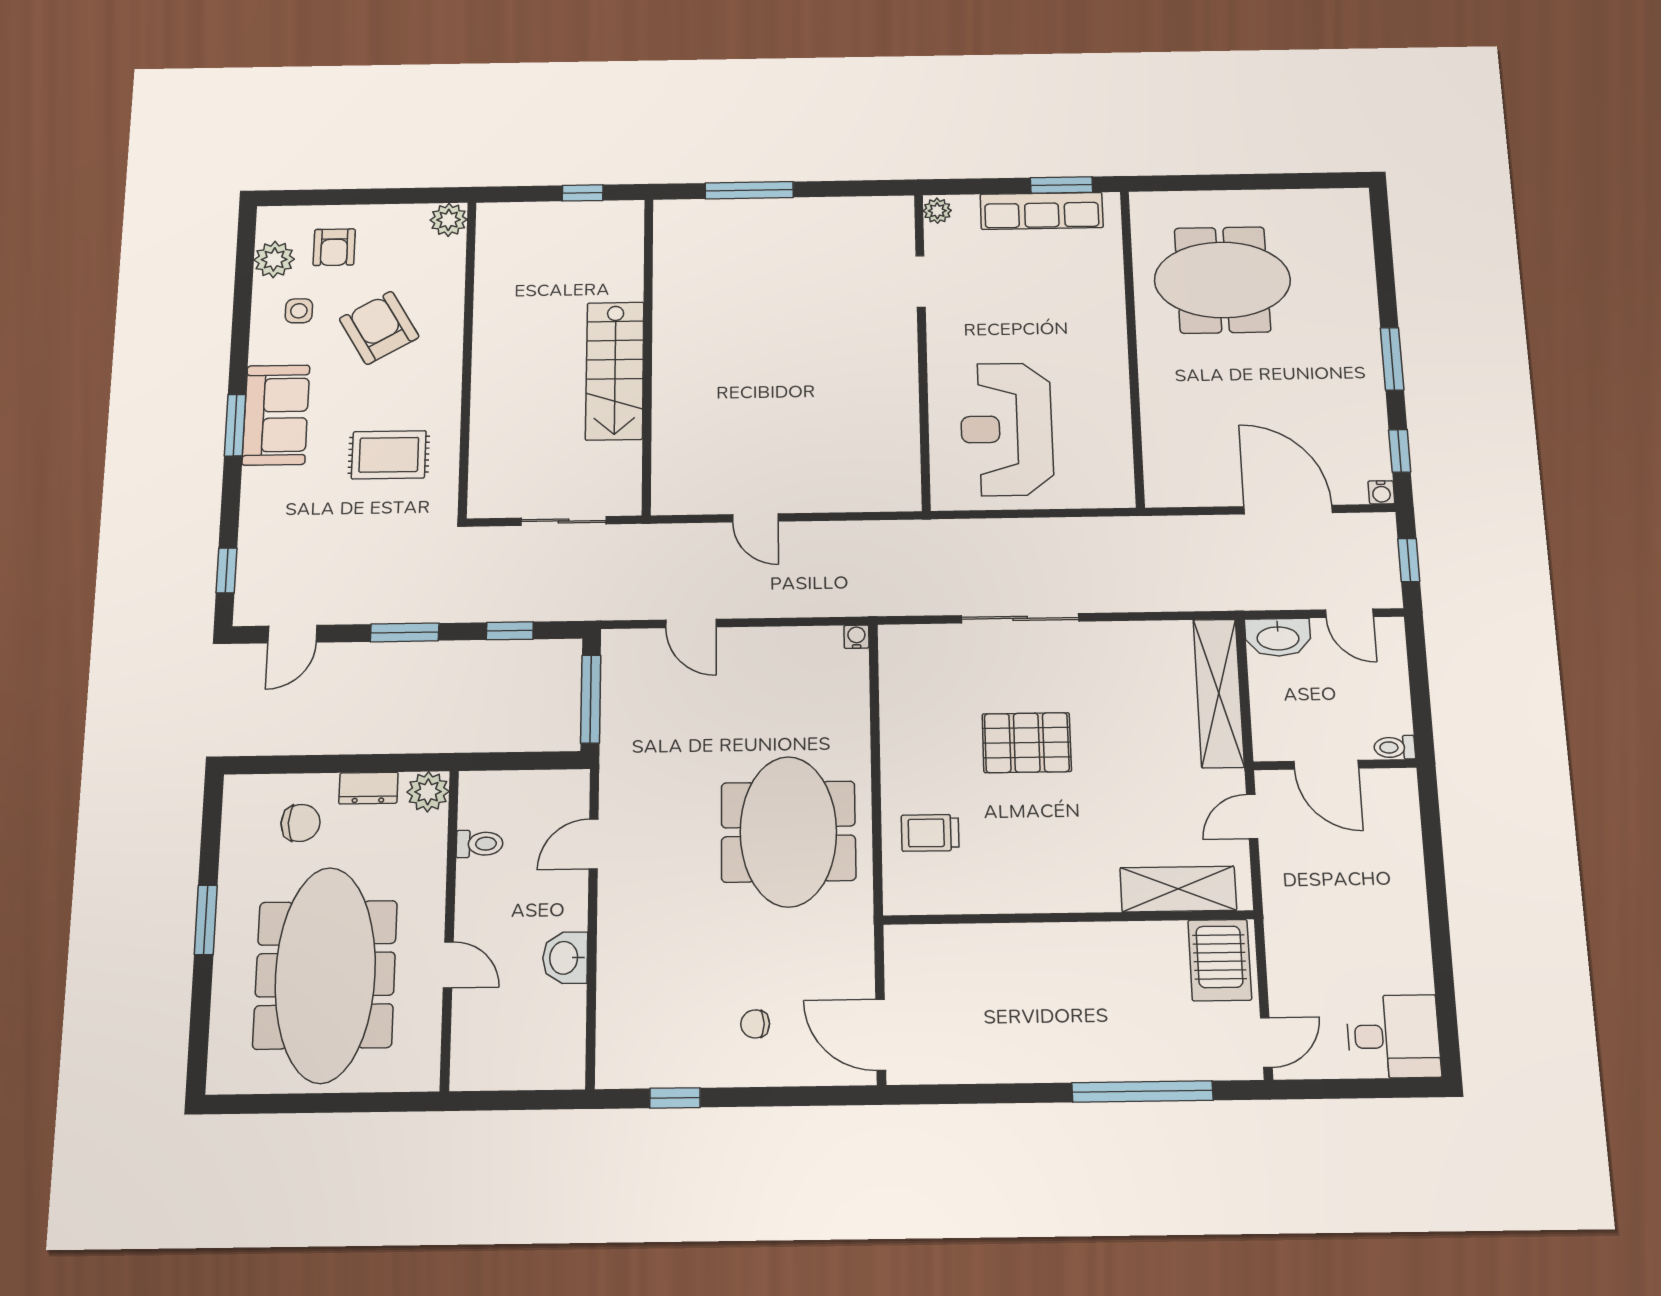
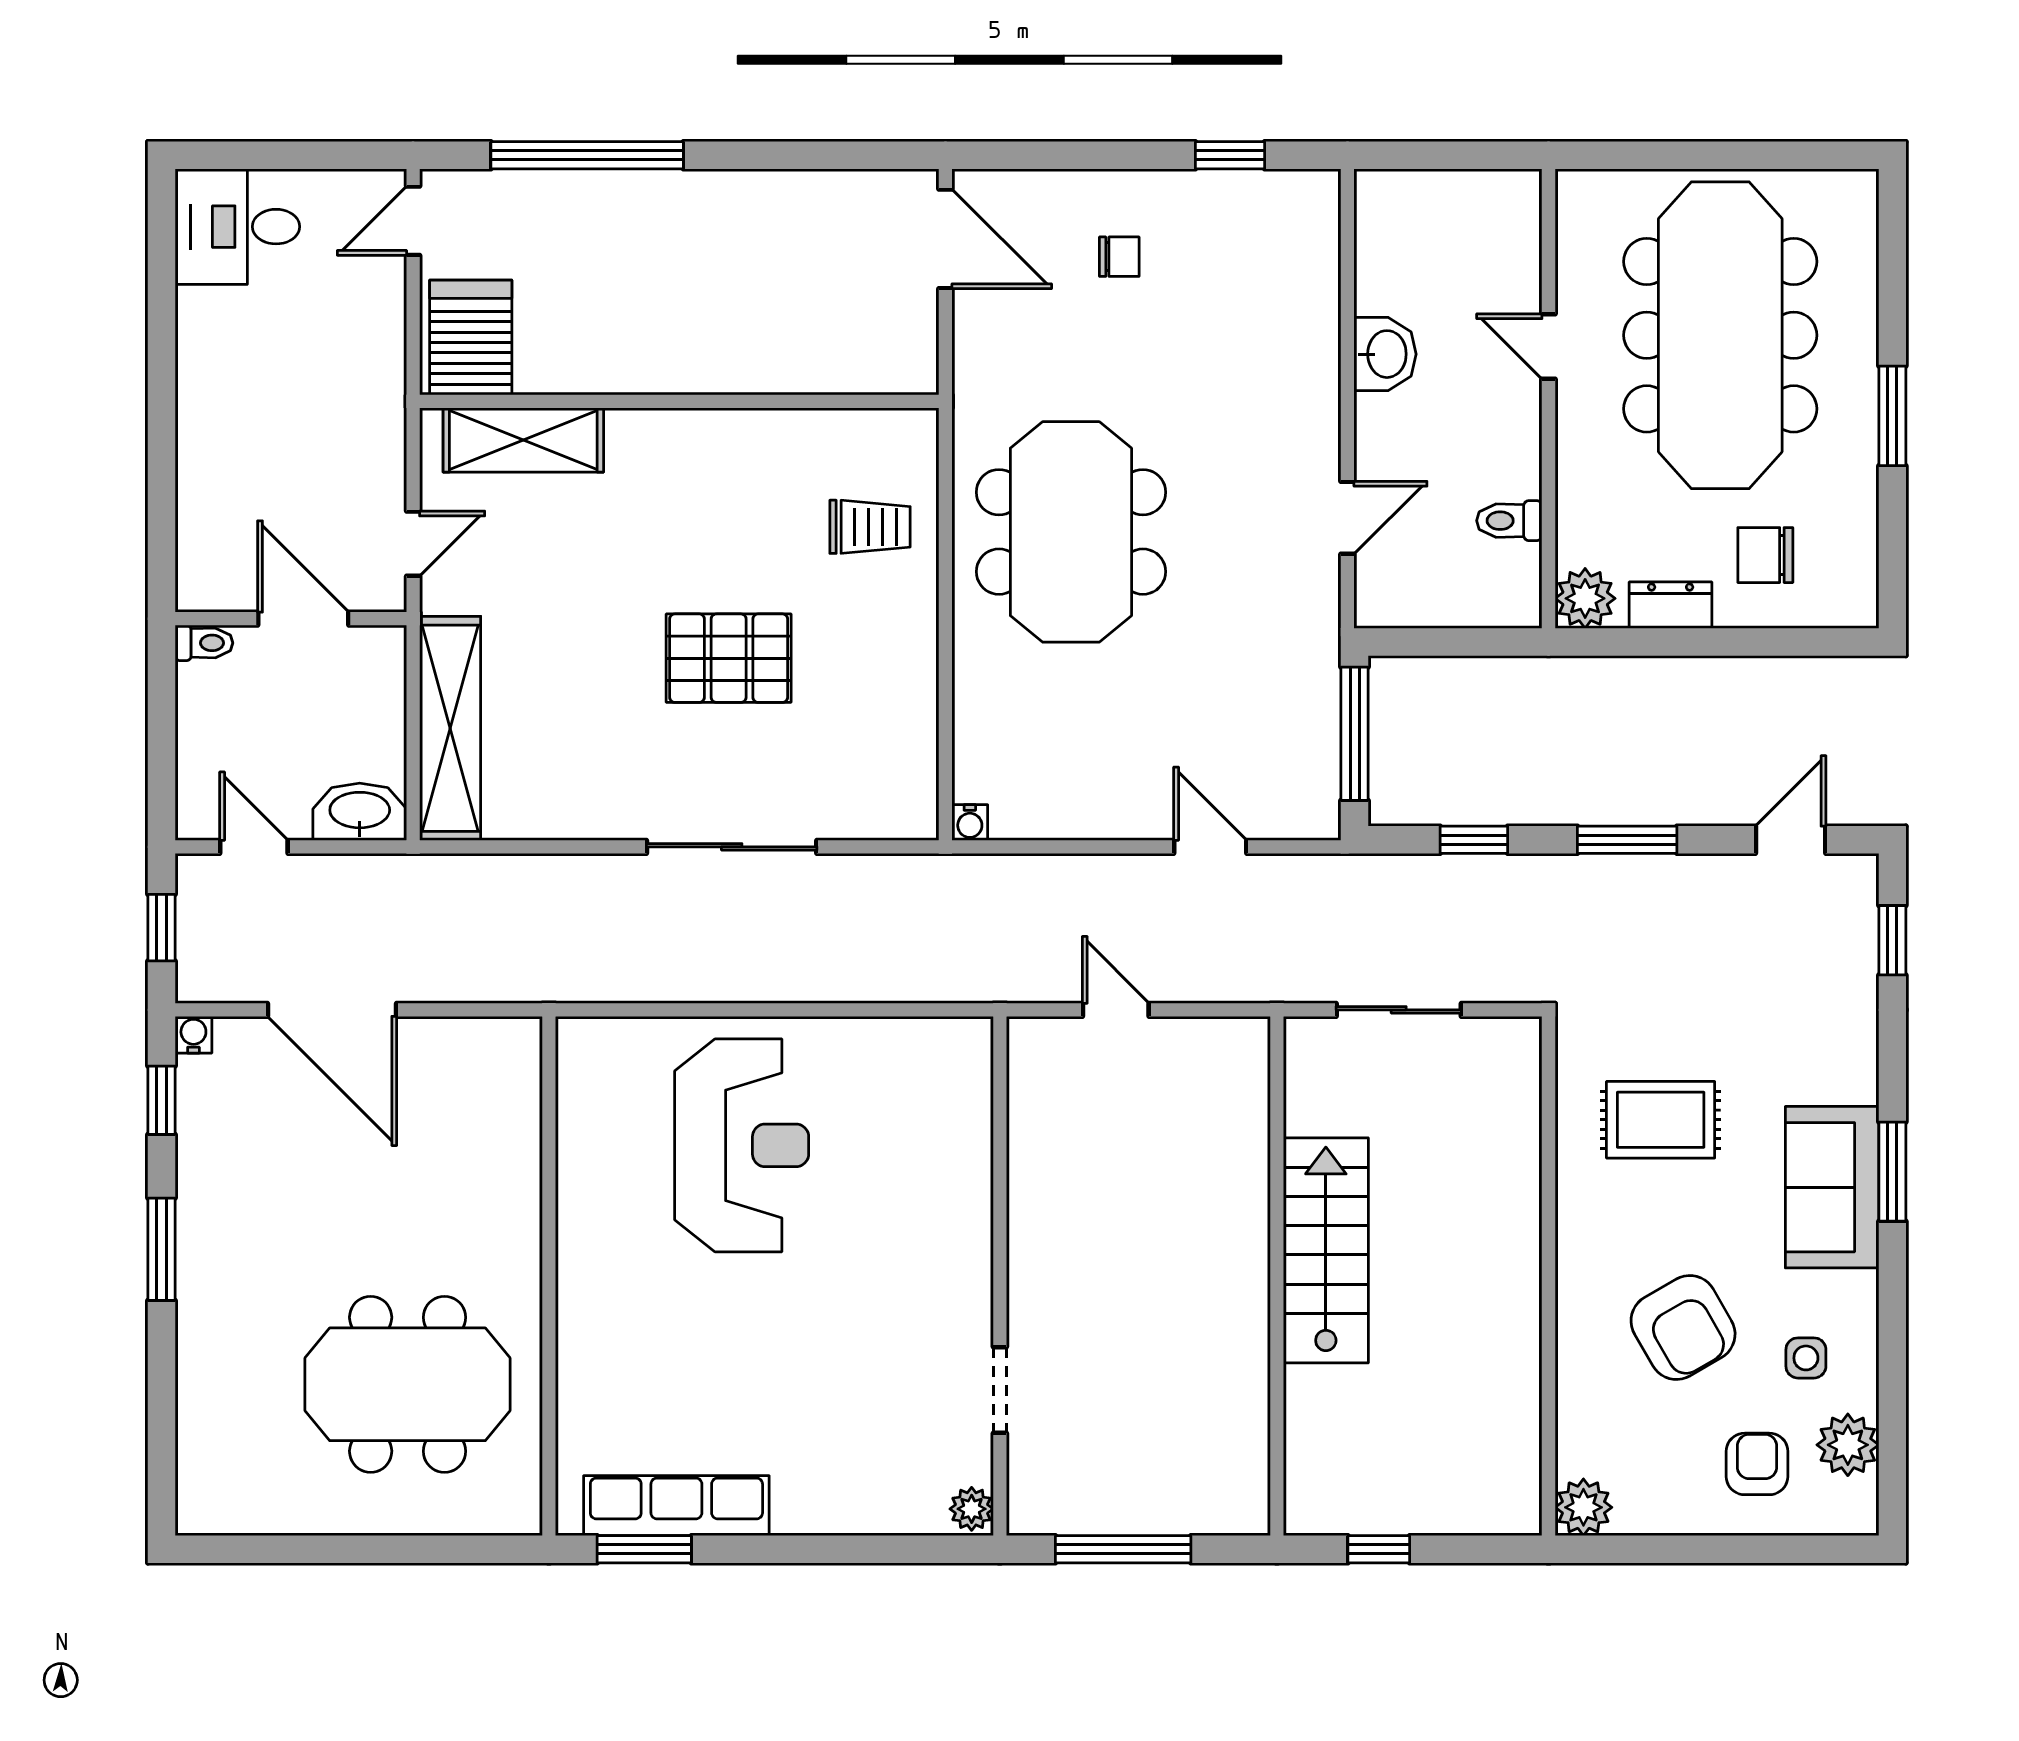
plant: (937, 211) -> (972, 1509), moved
doorway: (921, 281) -> (1000, 1390), moved
wall: (922, 350) -> (1000, 1276), moved

